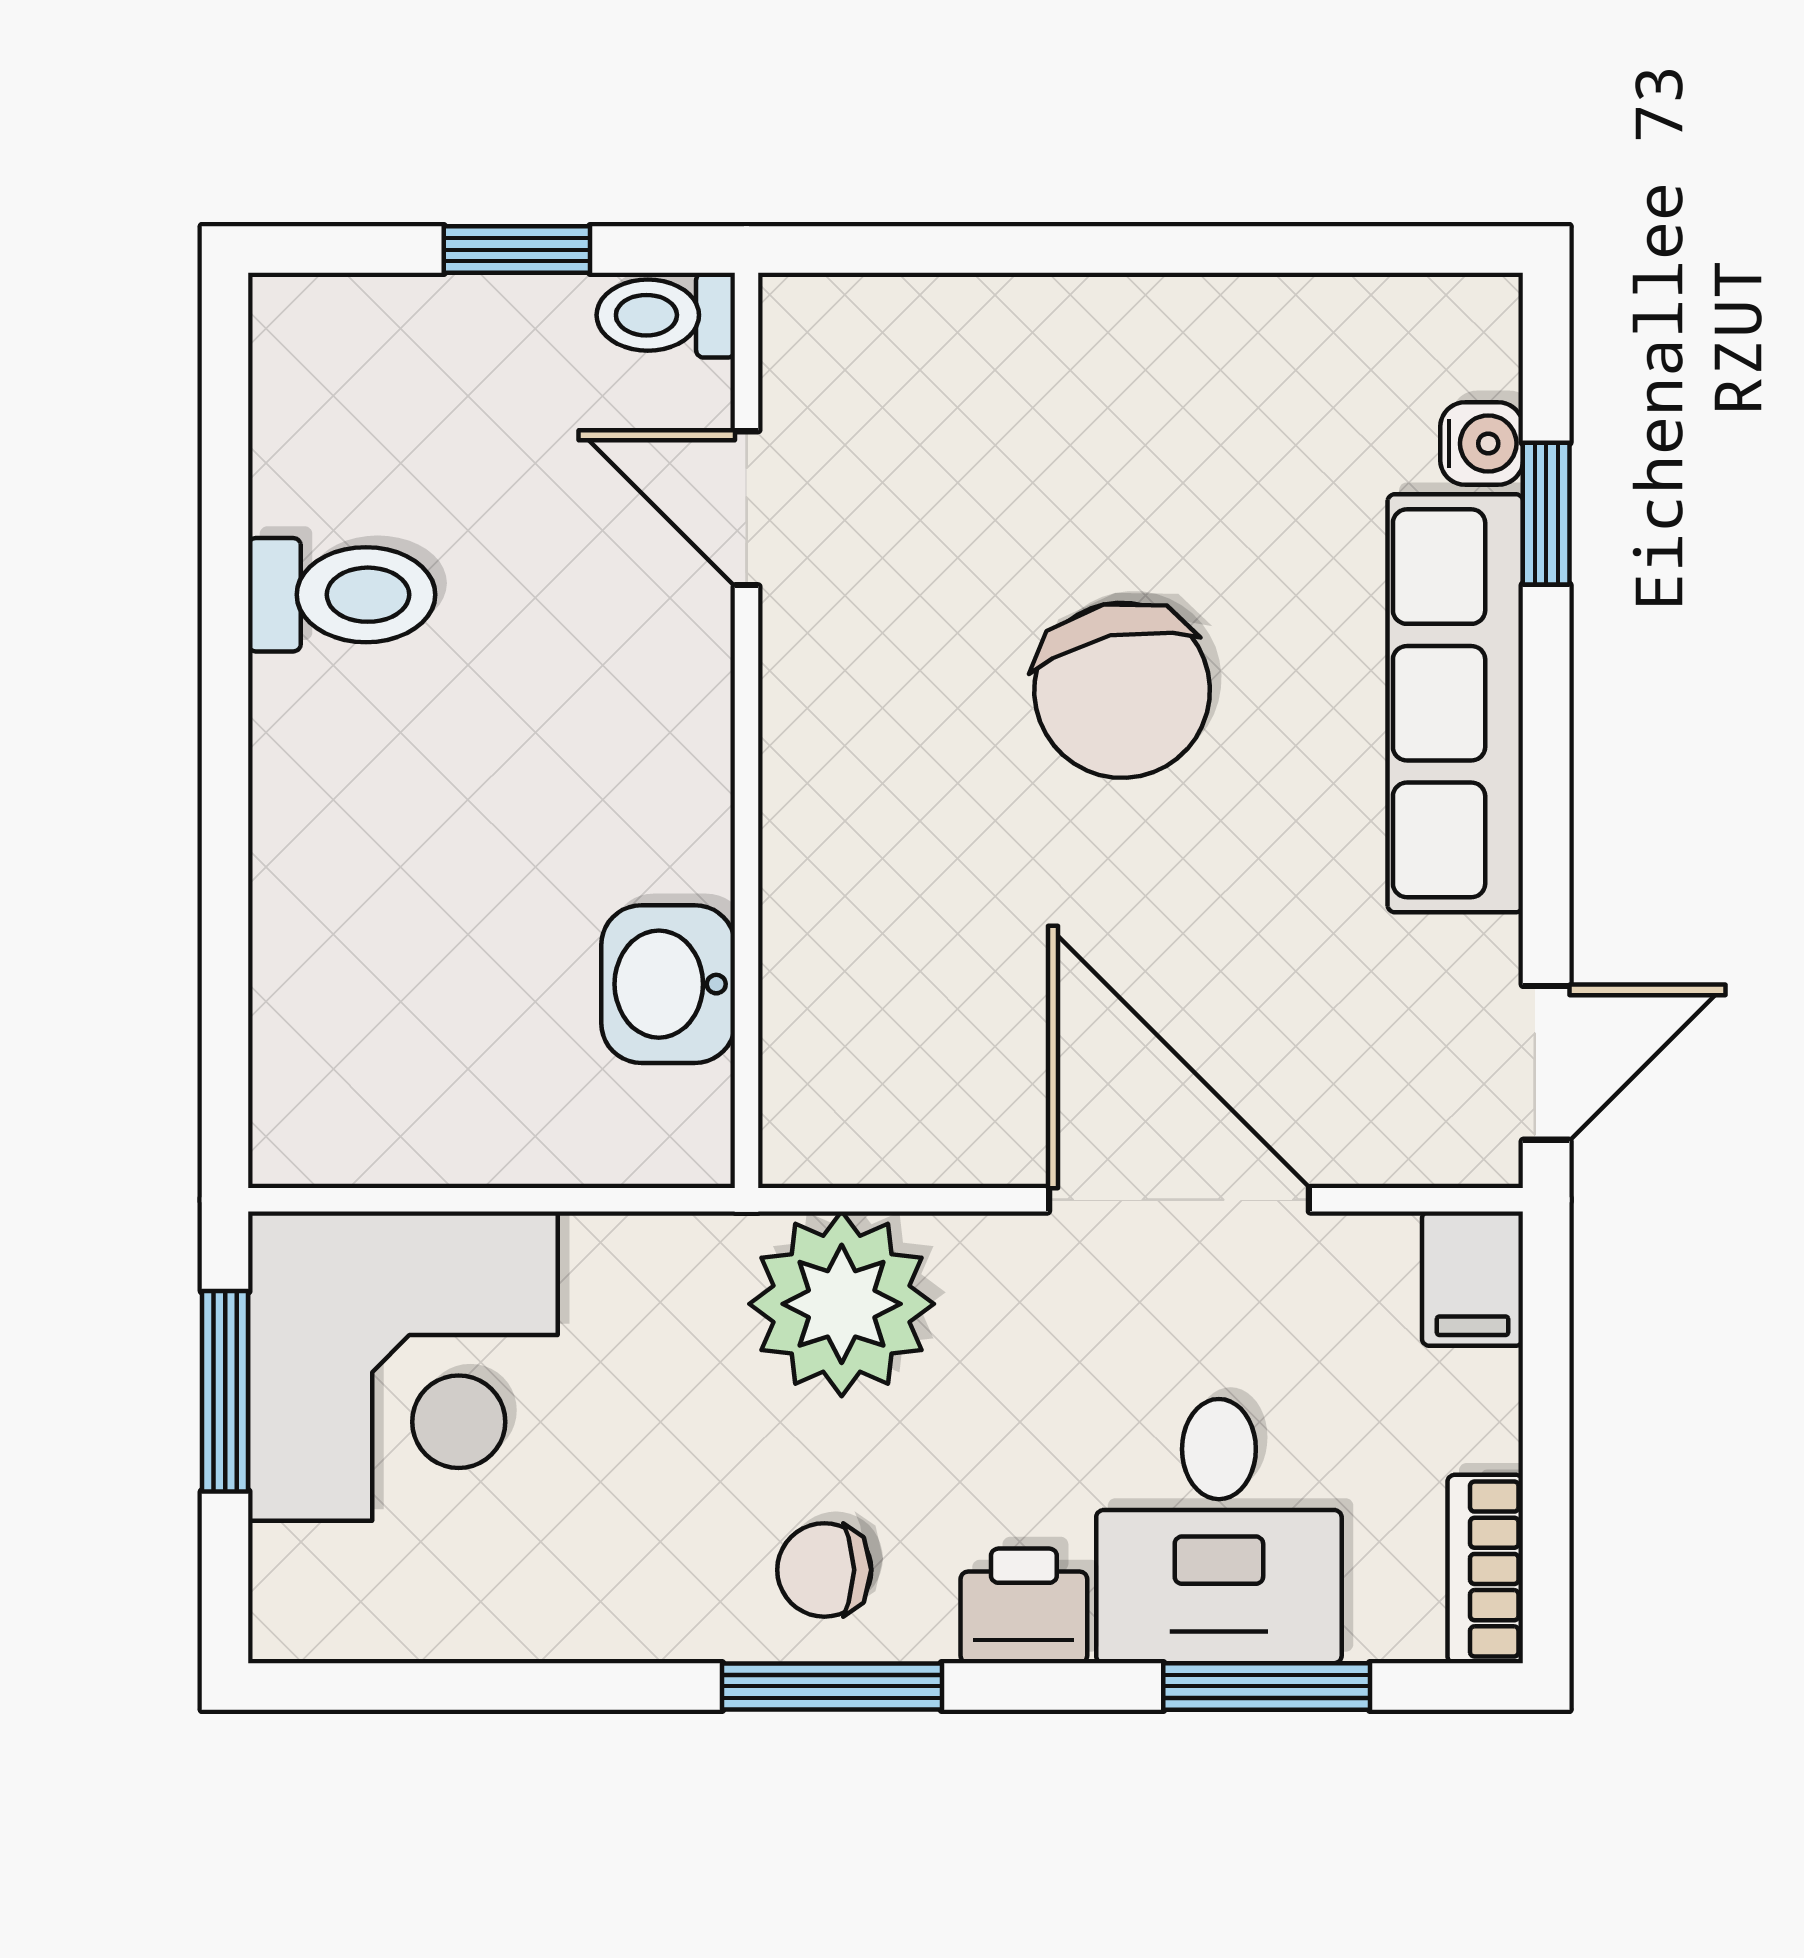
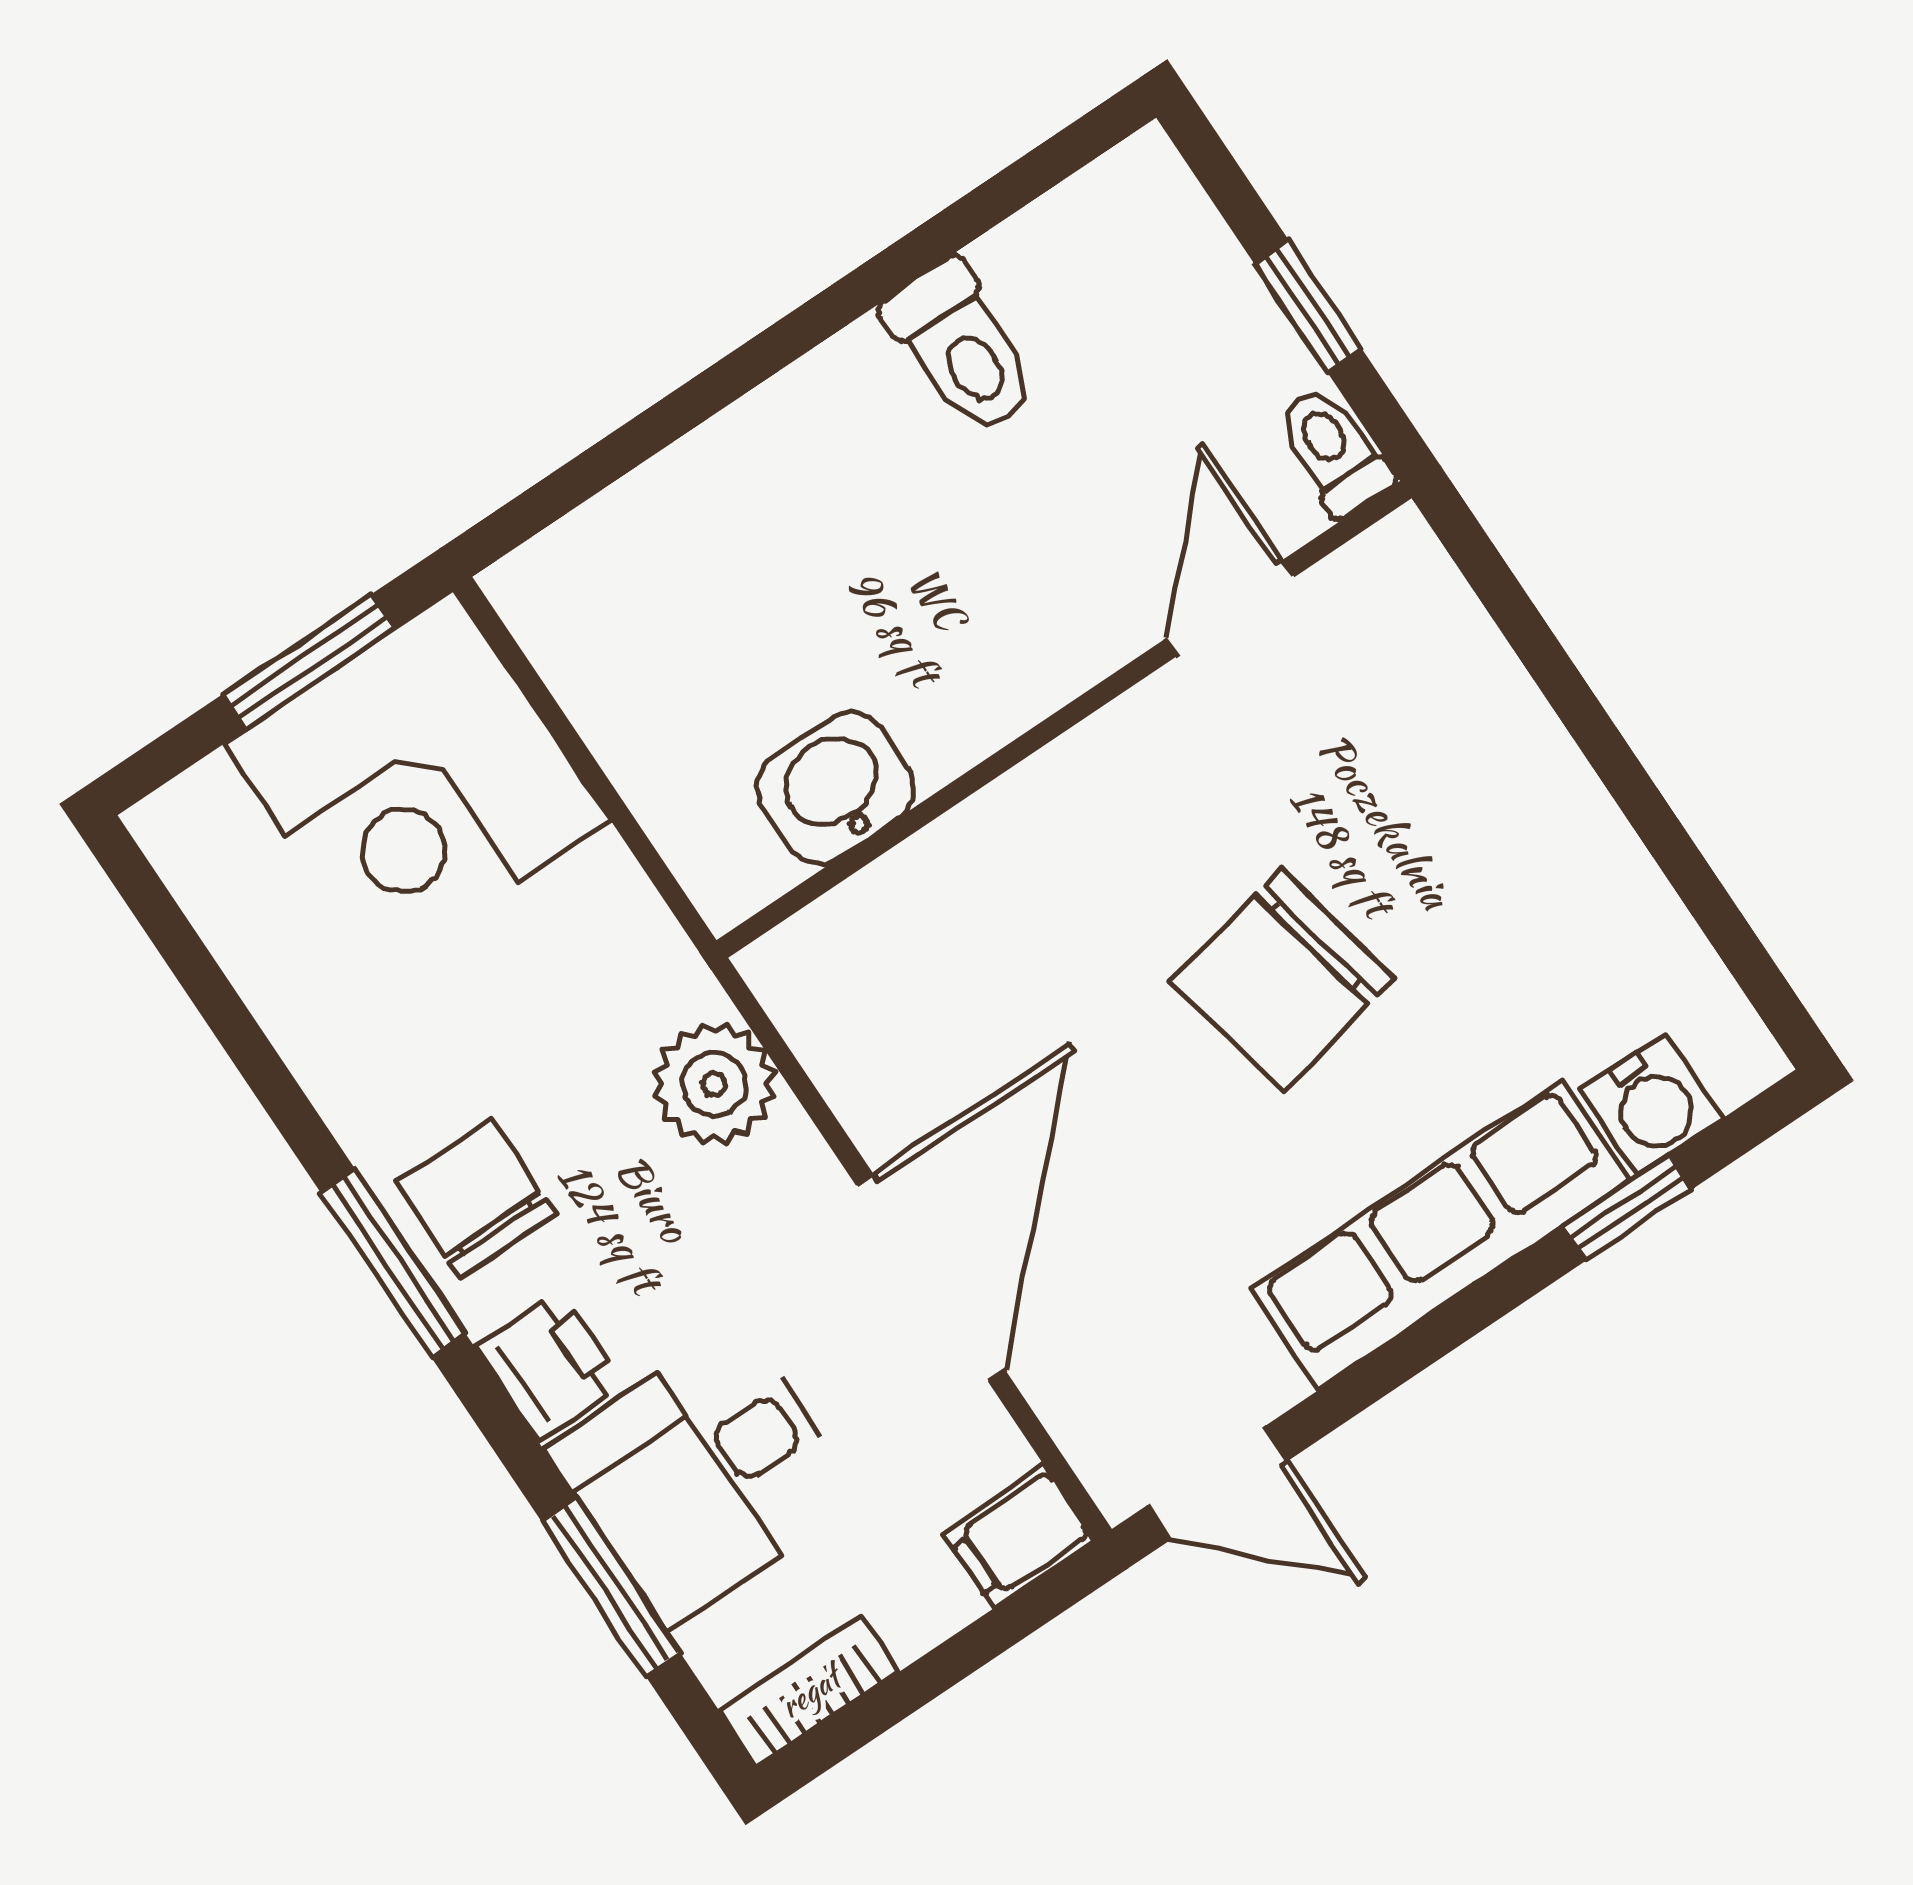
water cooler: (1482, 444) -> (1651, 1105), width x1.38, depth x1.38
plant: (842, 1304) -> (714, 1084), width x0.73, depth x0.73
chair: (824, 1570) -> (476, 1199), width x1.37, depth x1.37

